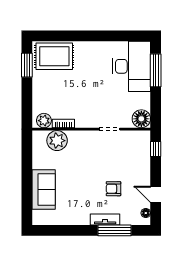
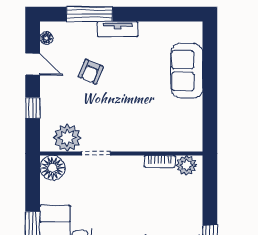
plant: (57, 141) -> (67, 138), moved
window: (156, 149) -> (33, 108), moved
armchair: (114, 189) -> (91, 72), turned 113
tv unit: (105, 220) -> (118, 29), moved

